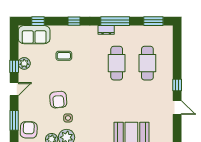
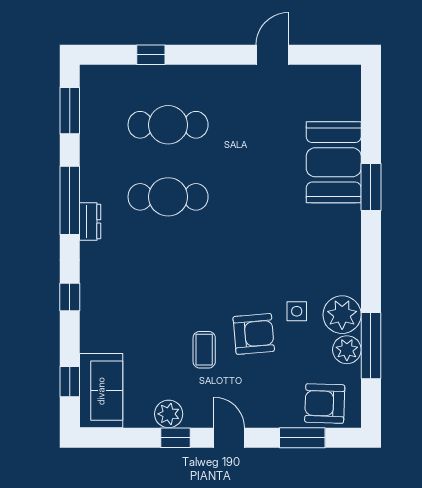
coffee table: (64, 56) -> (204, 350), moved
window: (177, 85) -> (151, 55), moved

